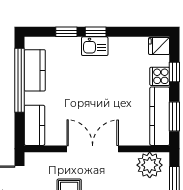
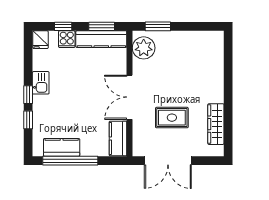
kitchen sink: (95, 46) -> (41, 83), moved
kitchen counter: (34, 125) -> (118, 138), moved, turned -90

